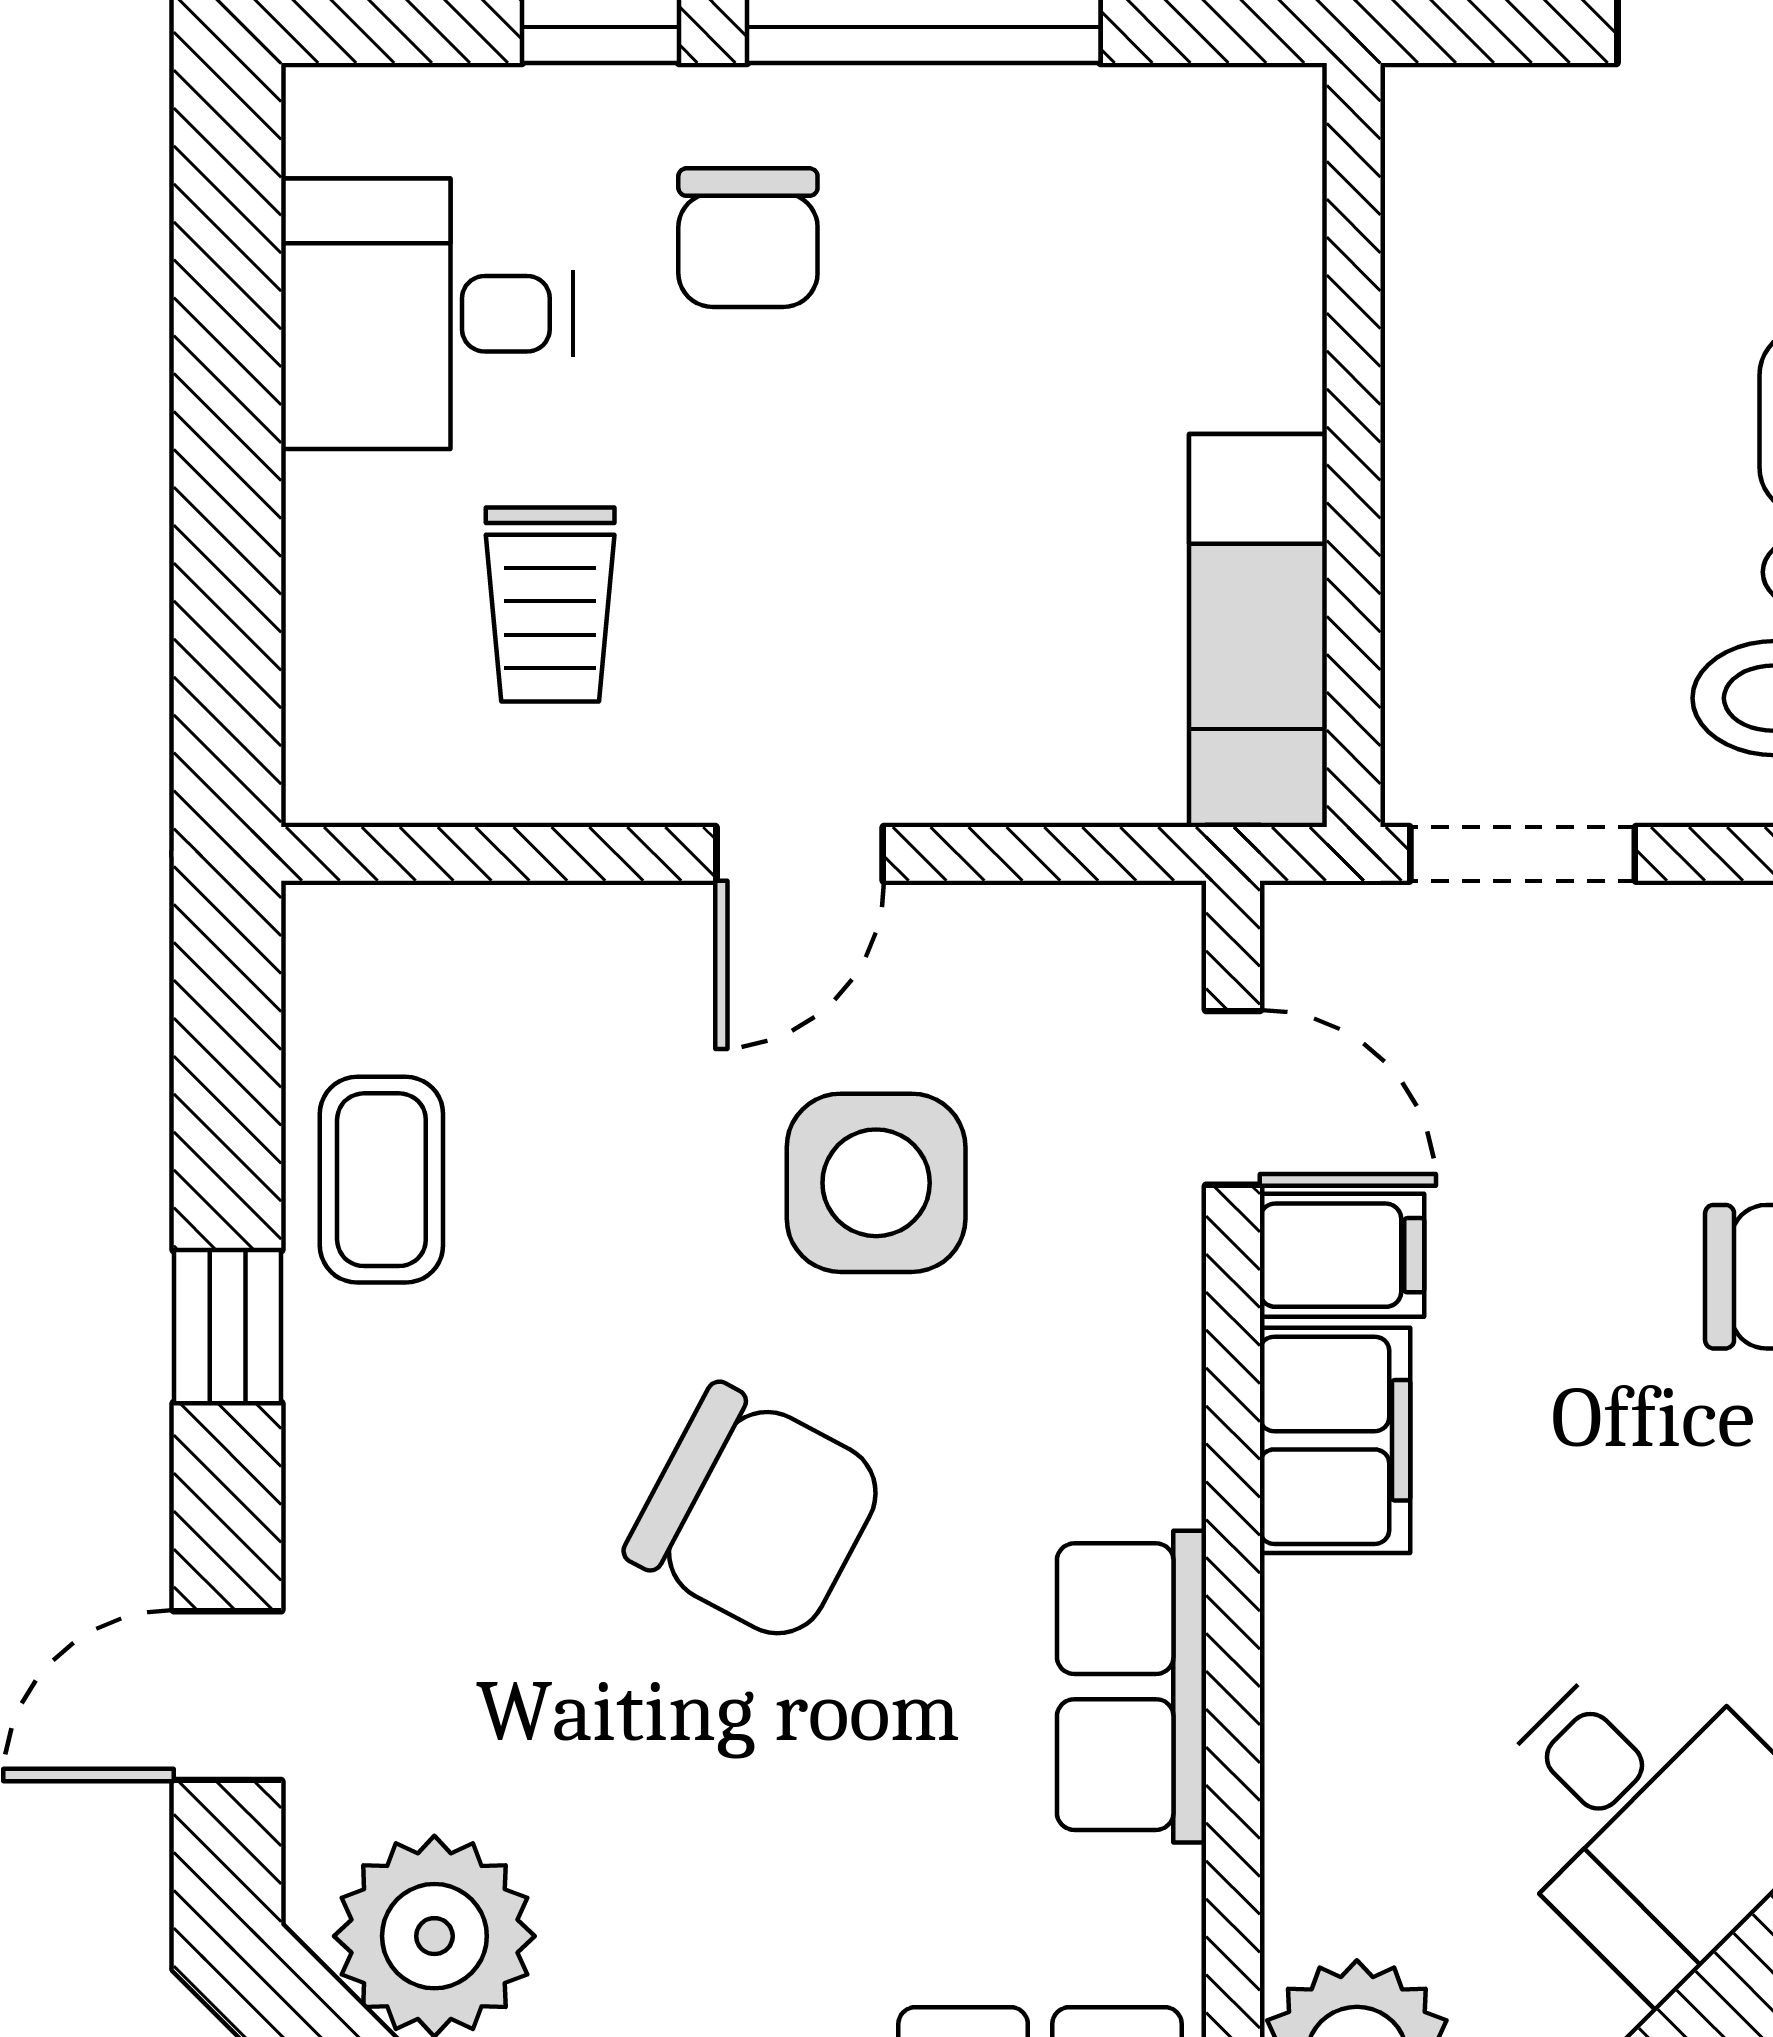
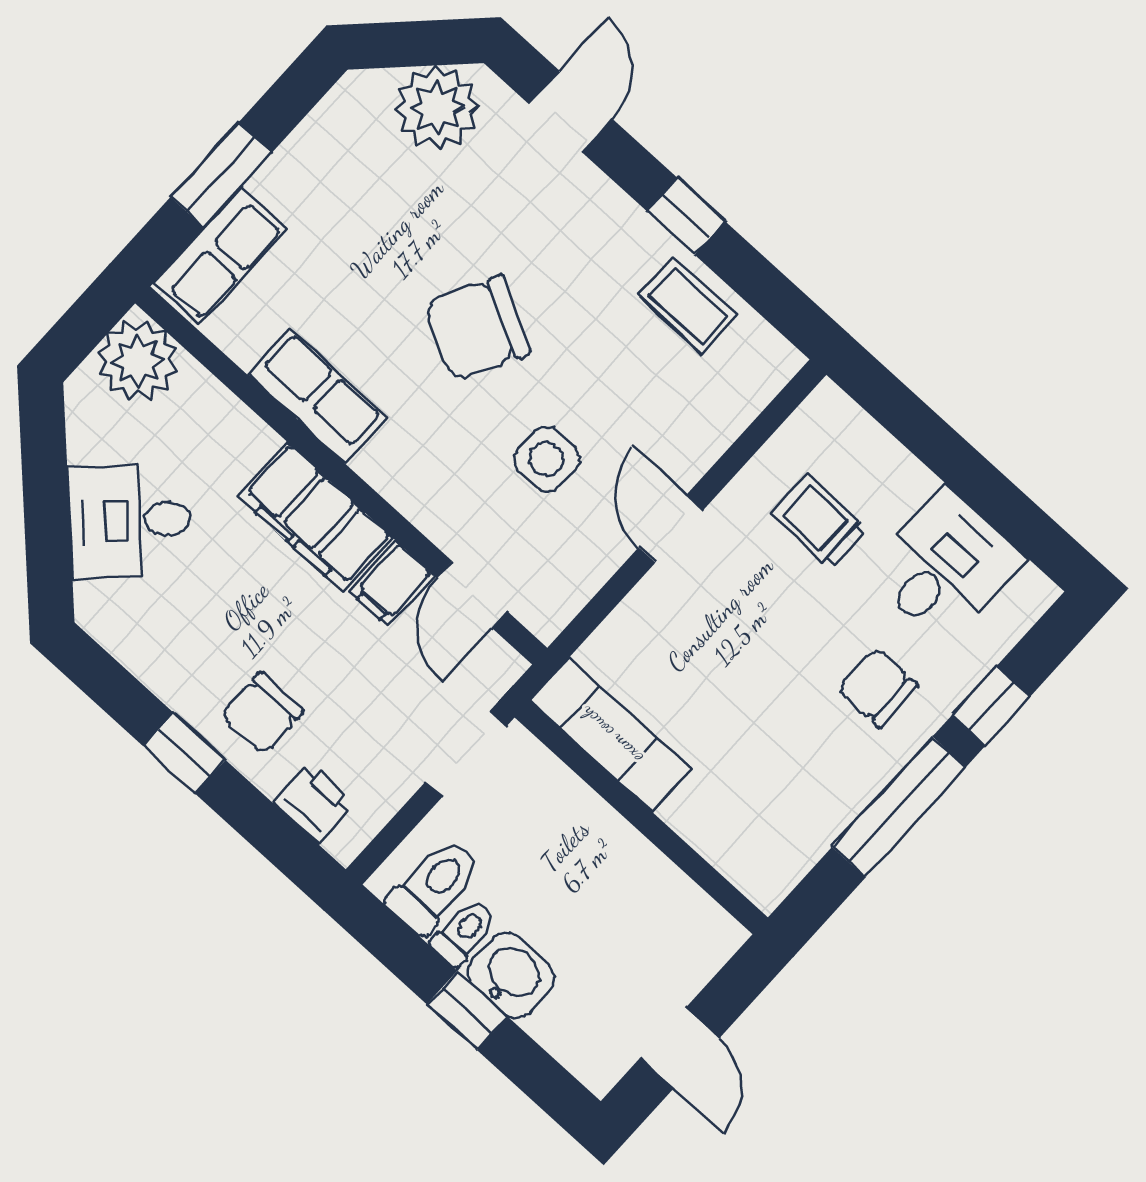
door: (1233, 1098) -> (472, 595), hinge flipped
side table: (876, 1183) -> (547, 459), width x0.73, depth x0.73
filing cabinet: (1335, 1440) -> (315, 517), width x1.50, depth x1.17

